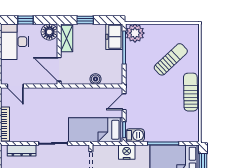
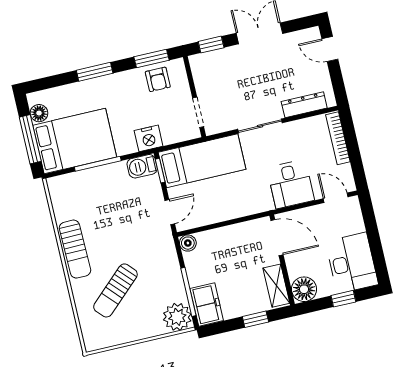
boiler: (96, 79) -> (188, 243), moved
desk: (42, 102) -> (291, 184), added

